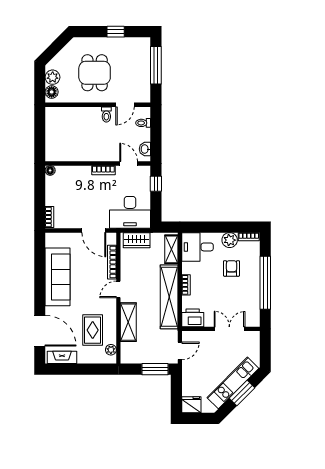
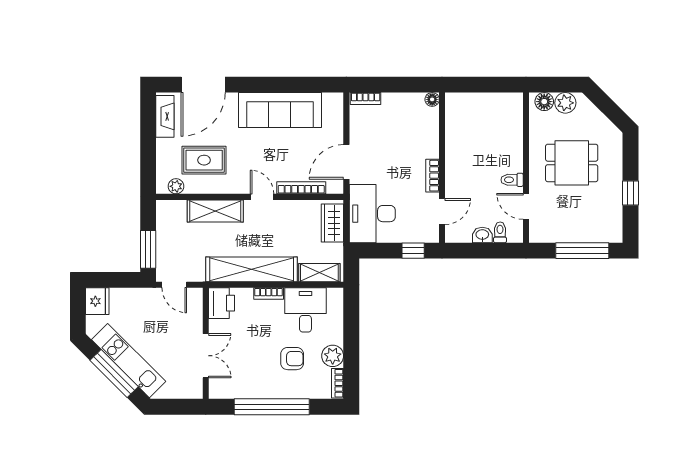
washbasin: (145, 149) -> (482, 235), moved
desk: (197, 247) -> (305, 310), moved
window: (242, 393) -> (114, 374), width x1.44

